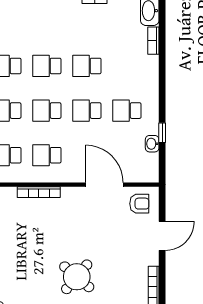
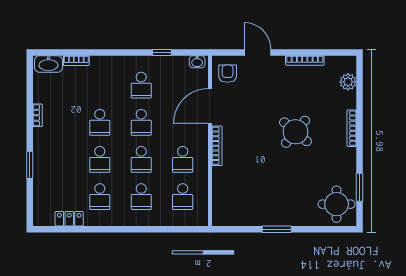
washbasin: (152, 144) -> (197, 62), moved
bookcase: (39, 192) -> (217, 146), moved

